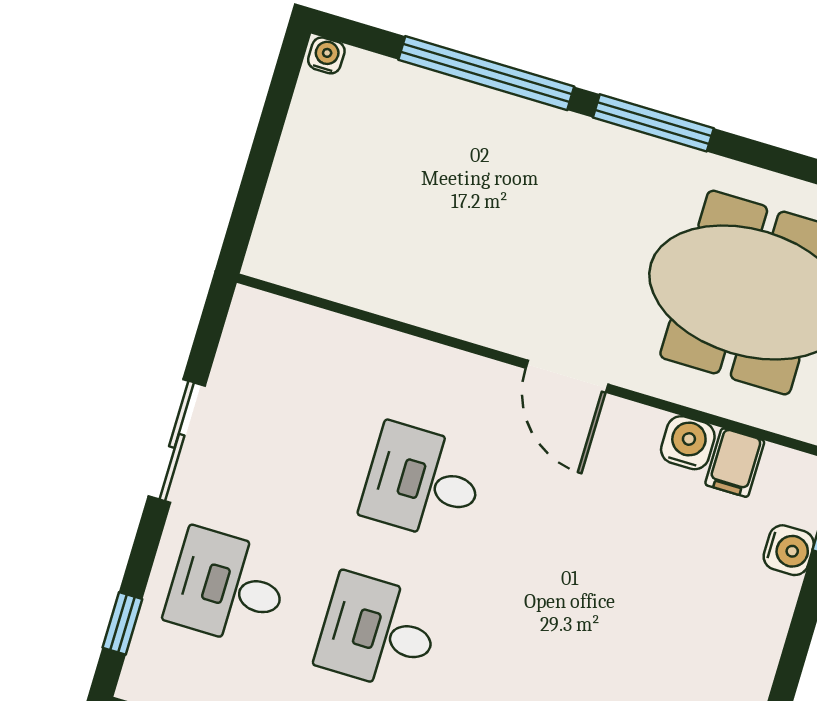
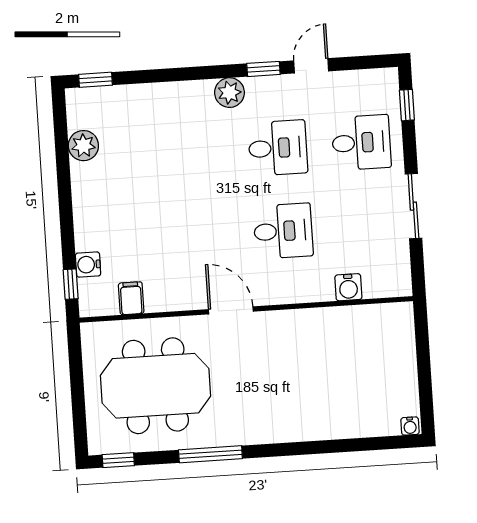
window: (486, 73) -> (327, 447), removed
window: (653, 123) -> (210, 454), moved
water cooler: (688, 443) -> (348, 287), moved

